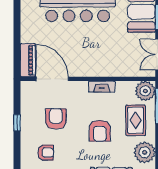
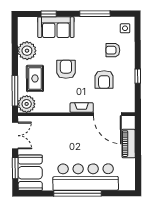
piano: (28, 60) -> (129, 144), moved
fireplace: (102, 87) -> (82, 108), moved

